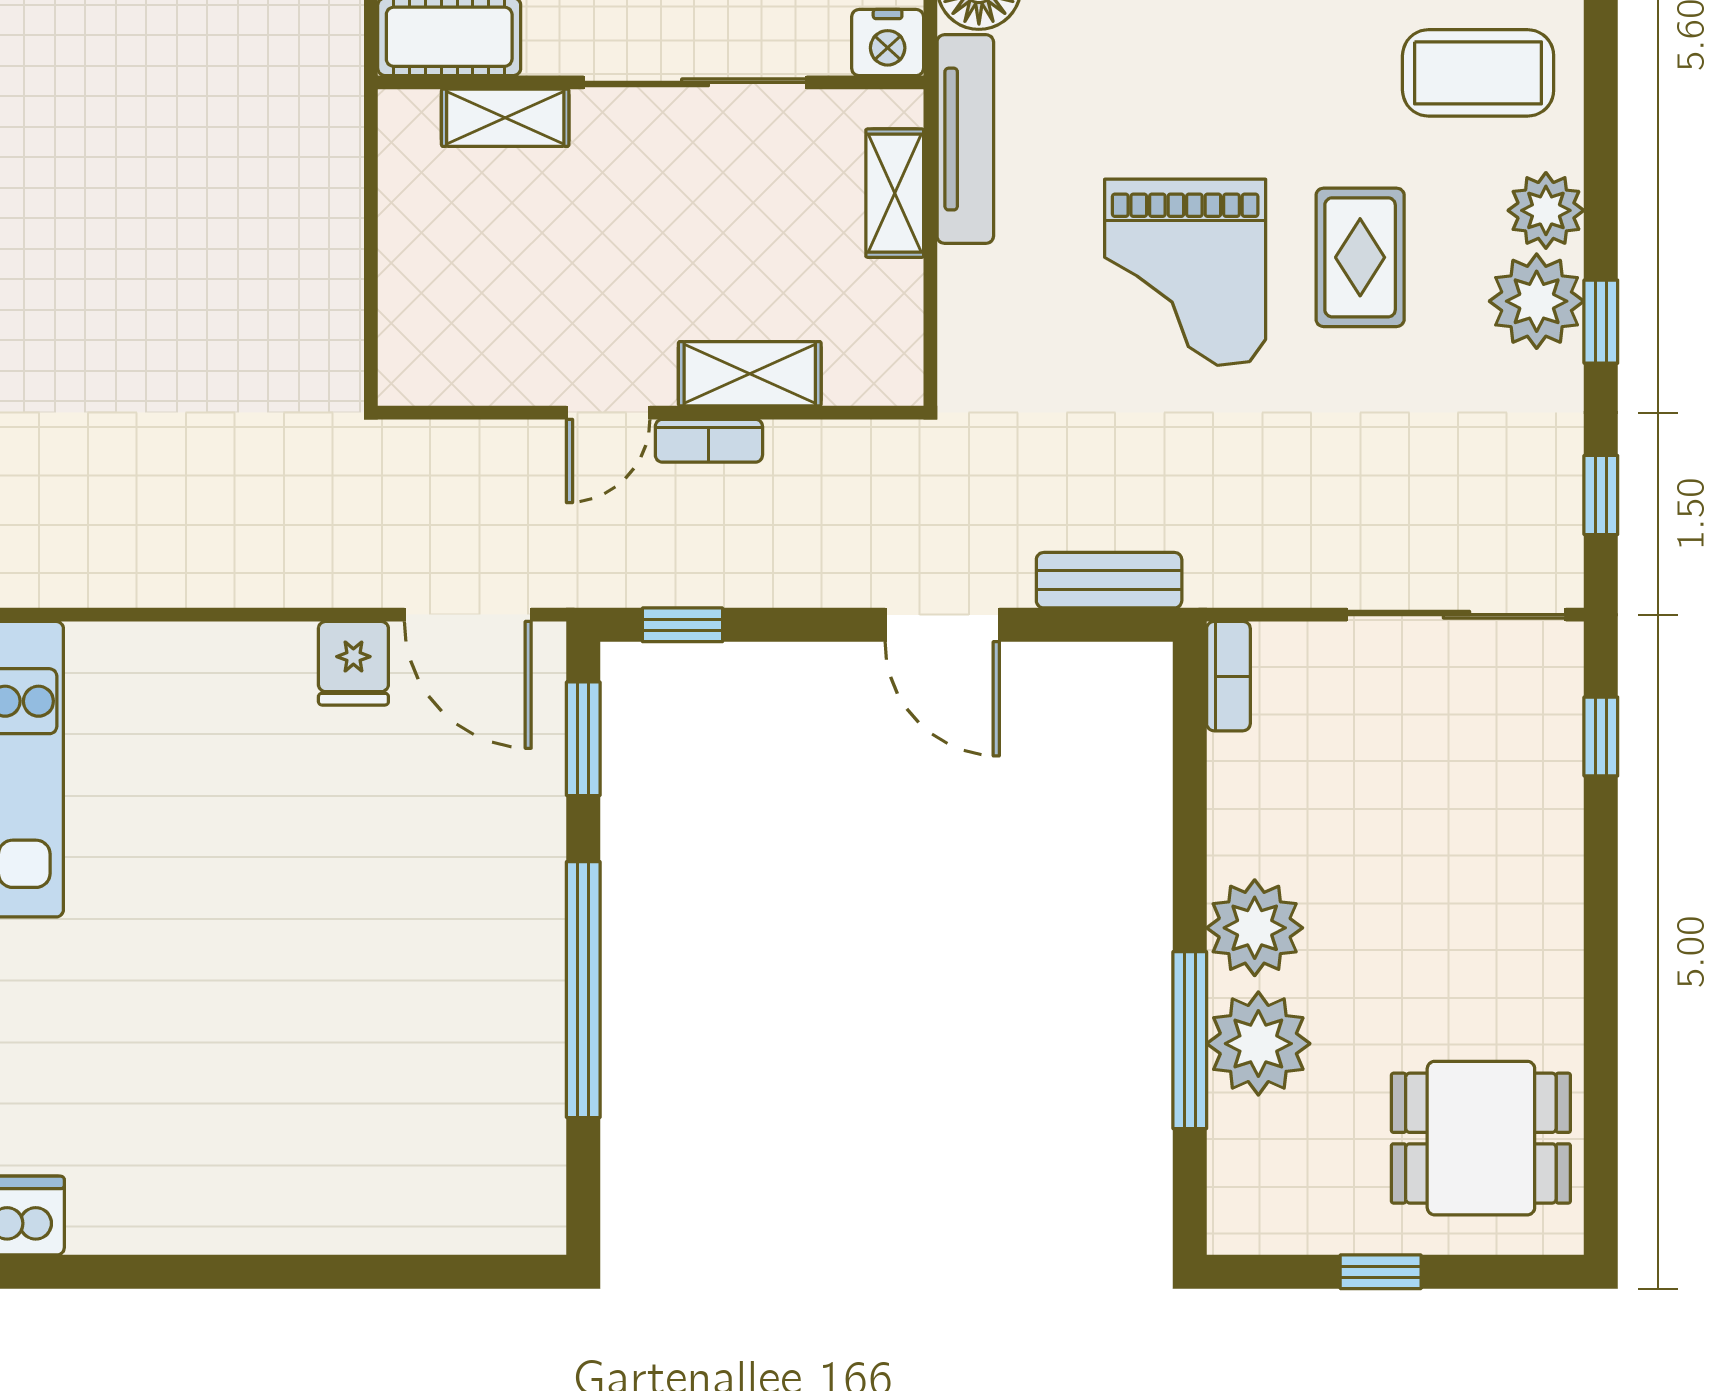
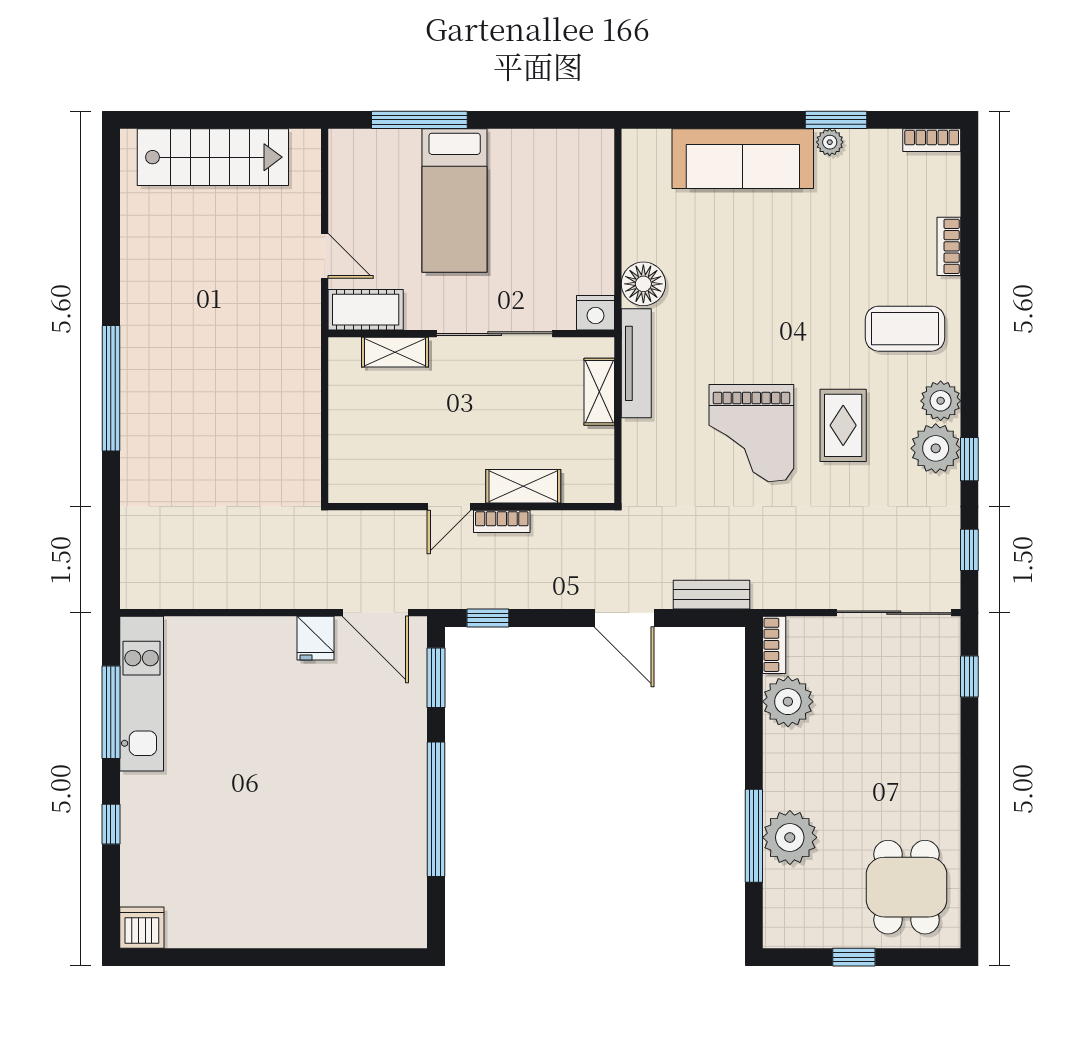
plant: (1255, 928) -> (788, 702), moved
dining table: (1481, 1138) -> (907, 887), turned 90

